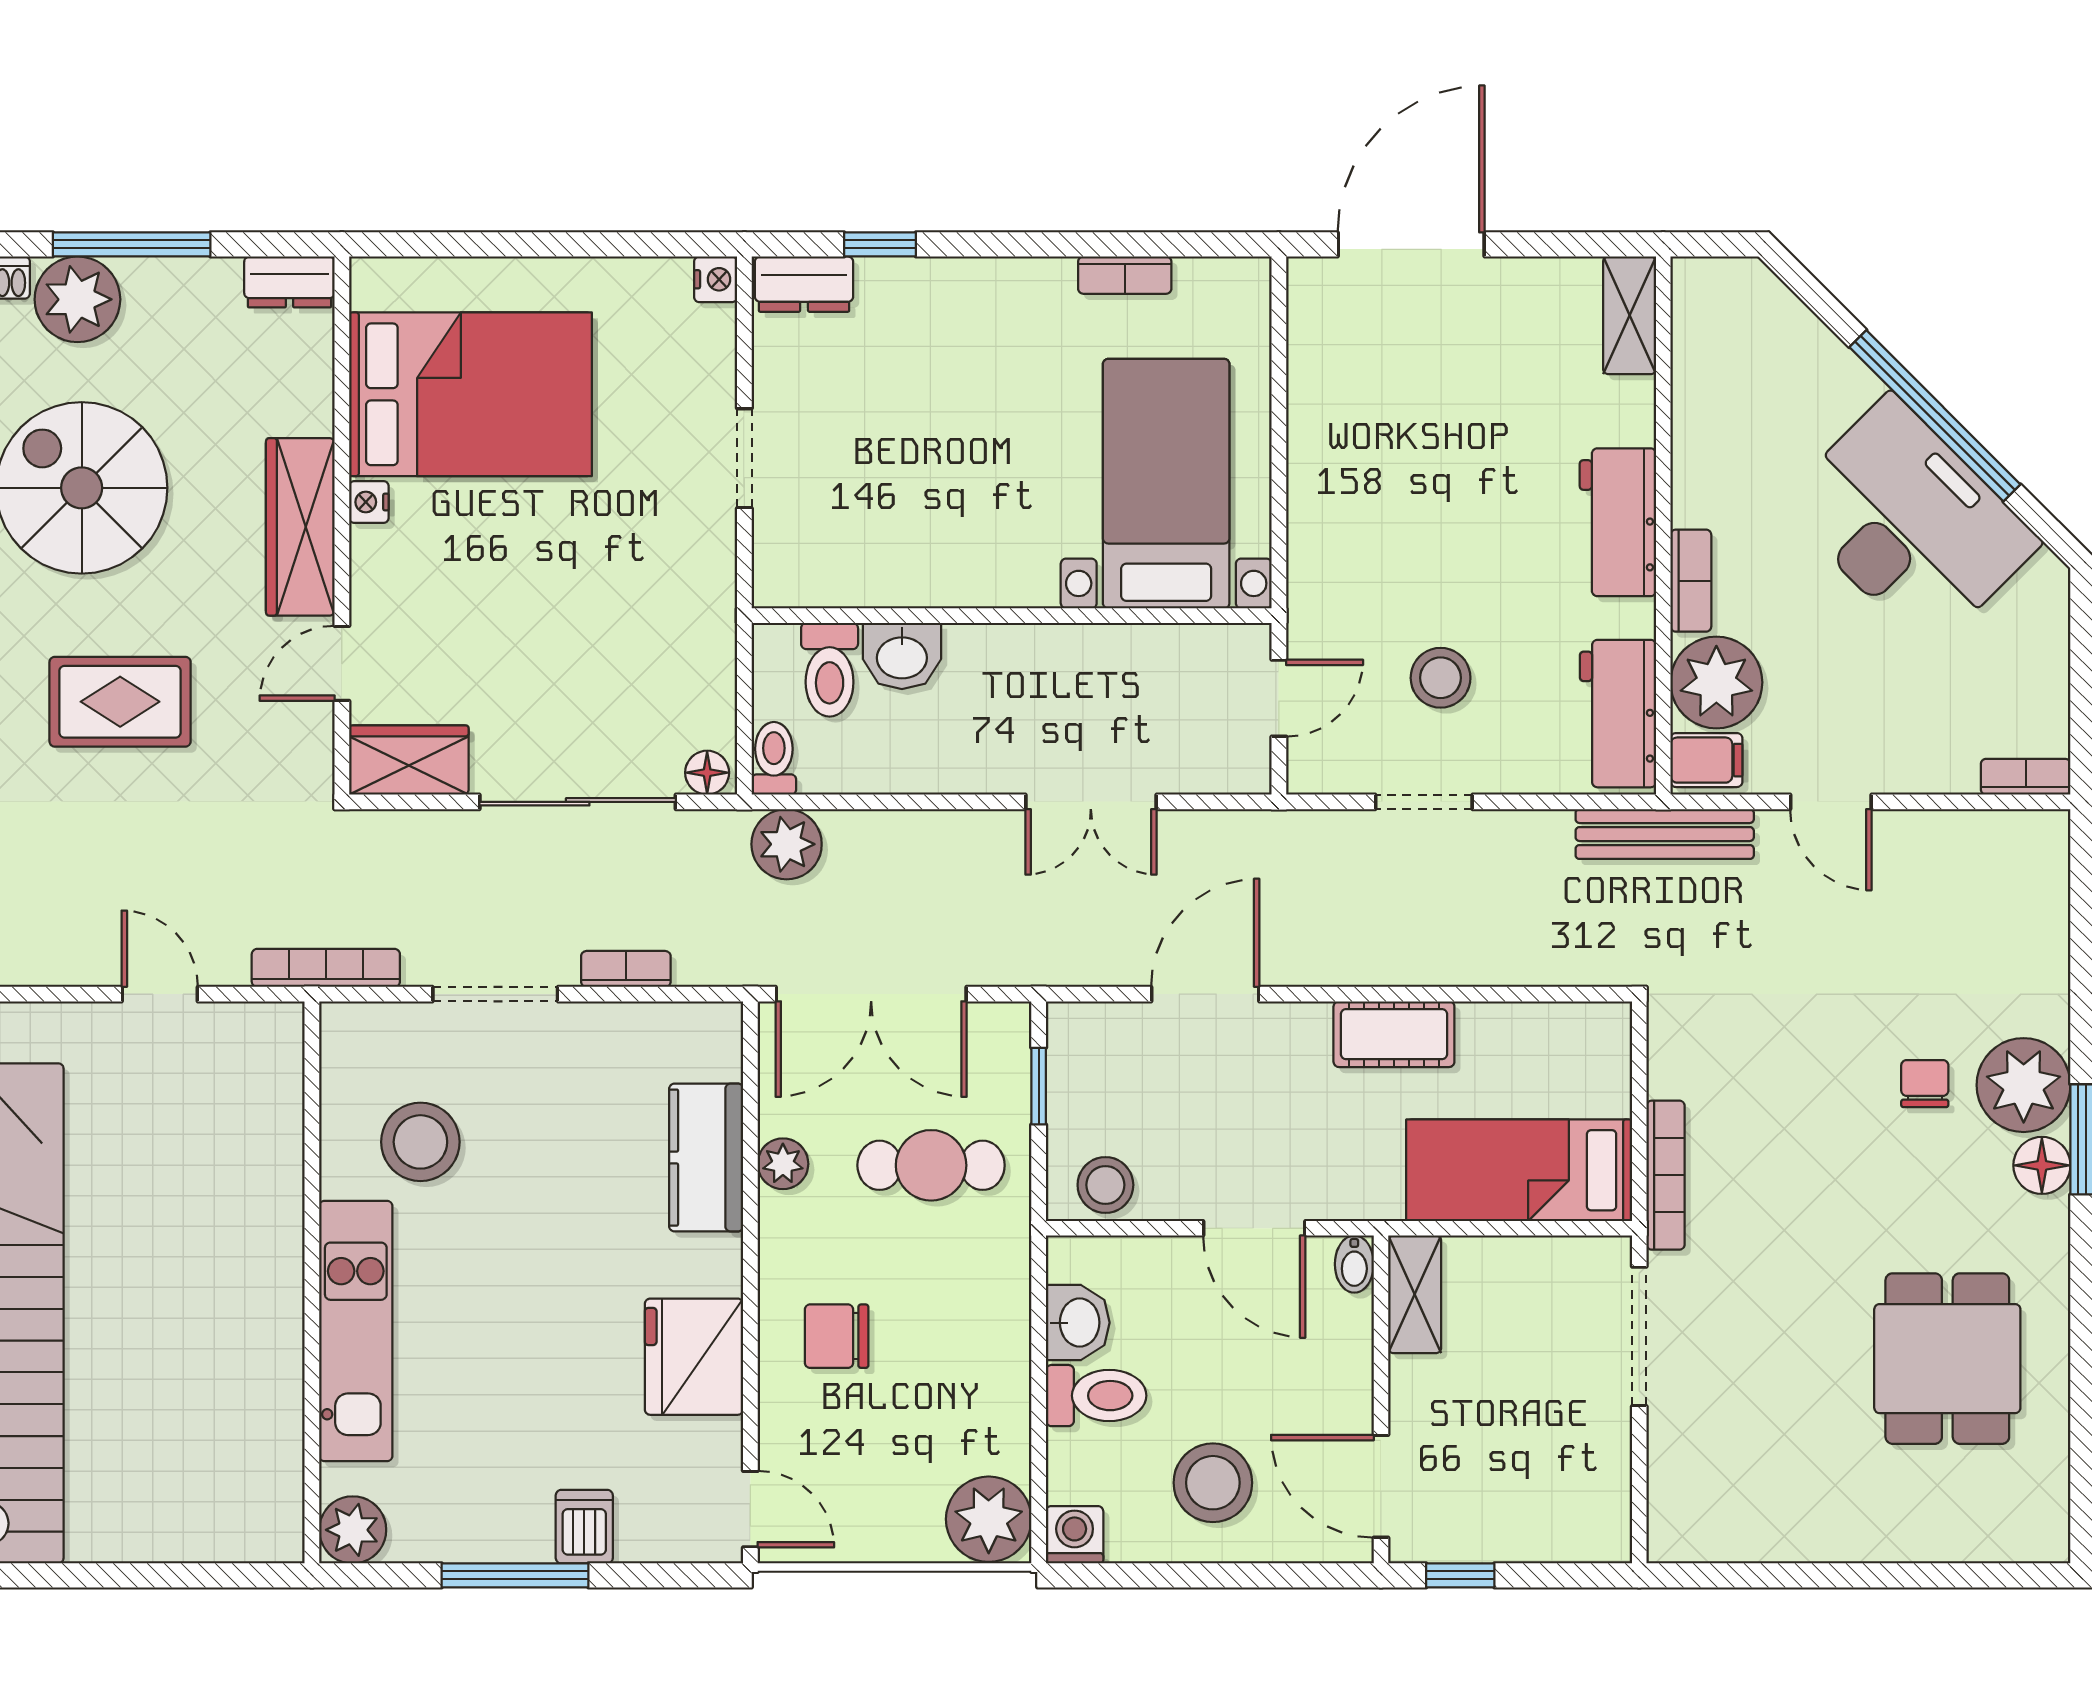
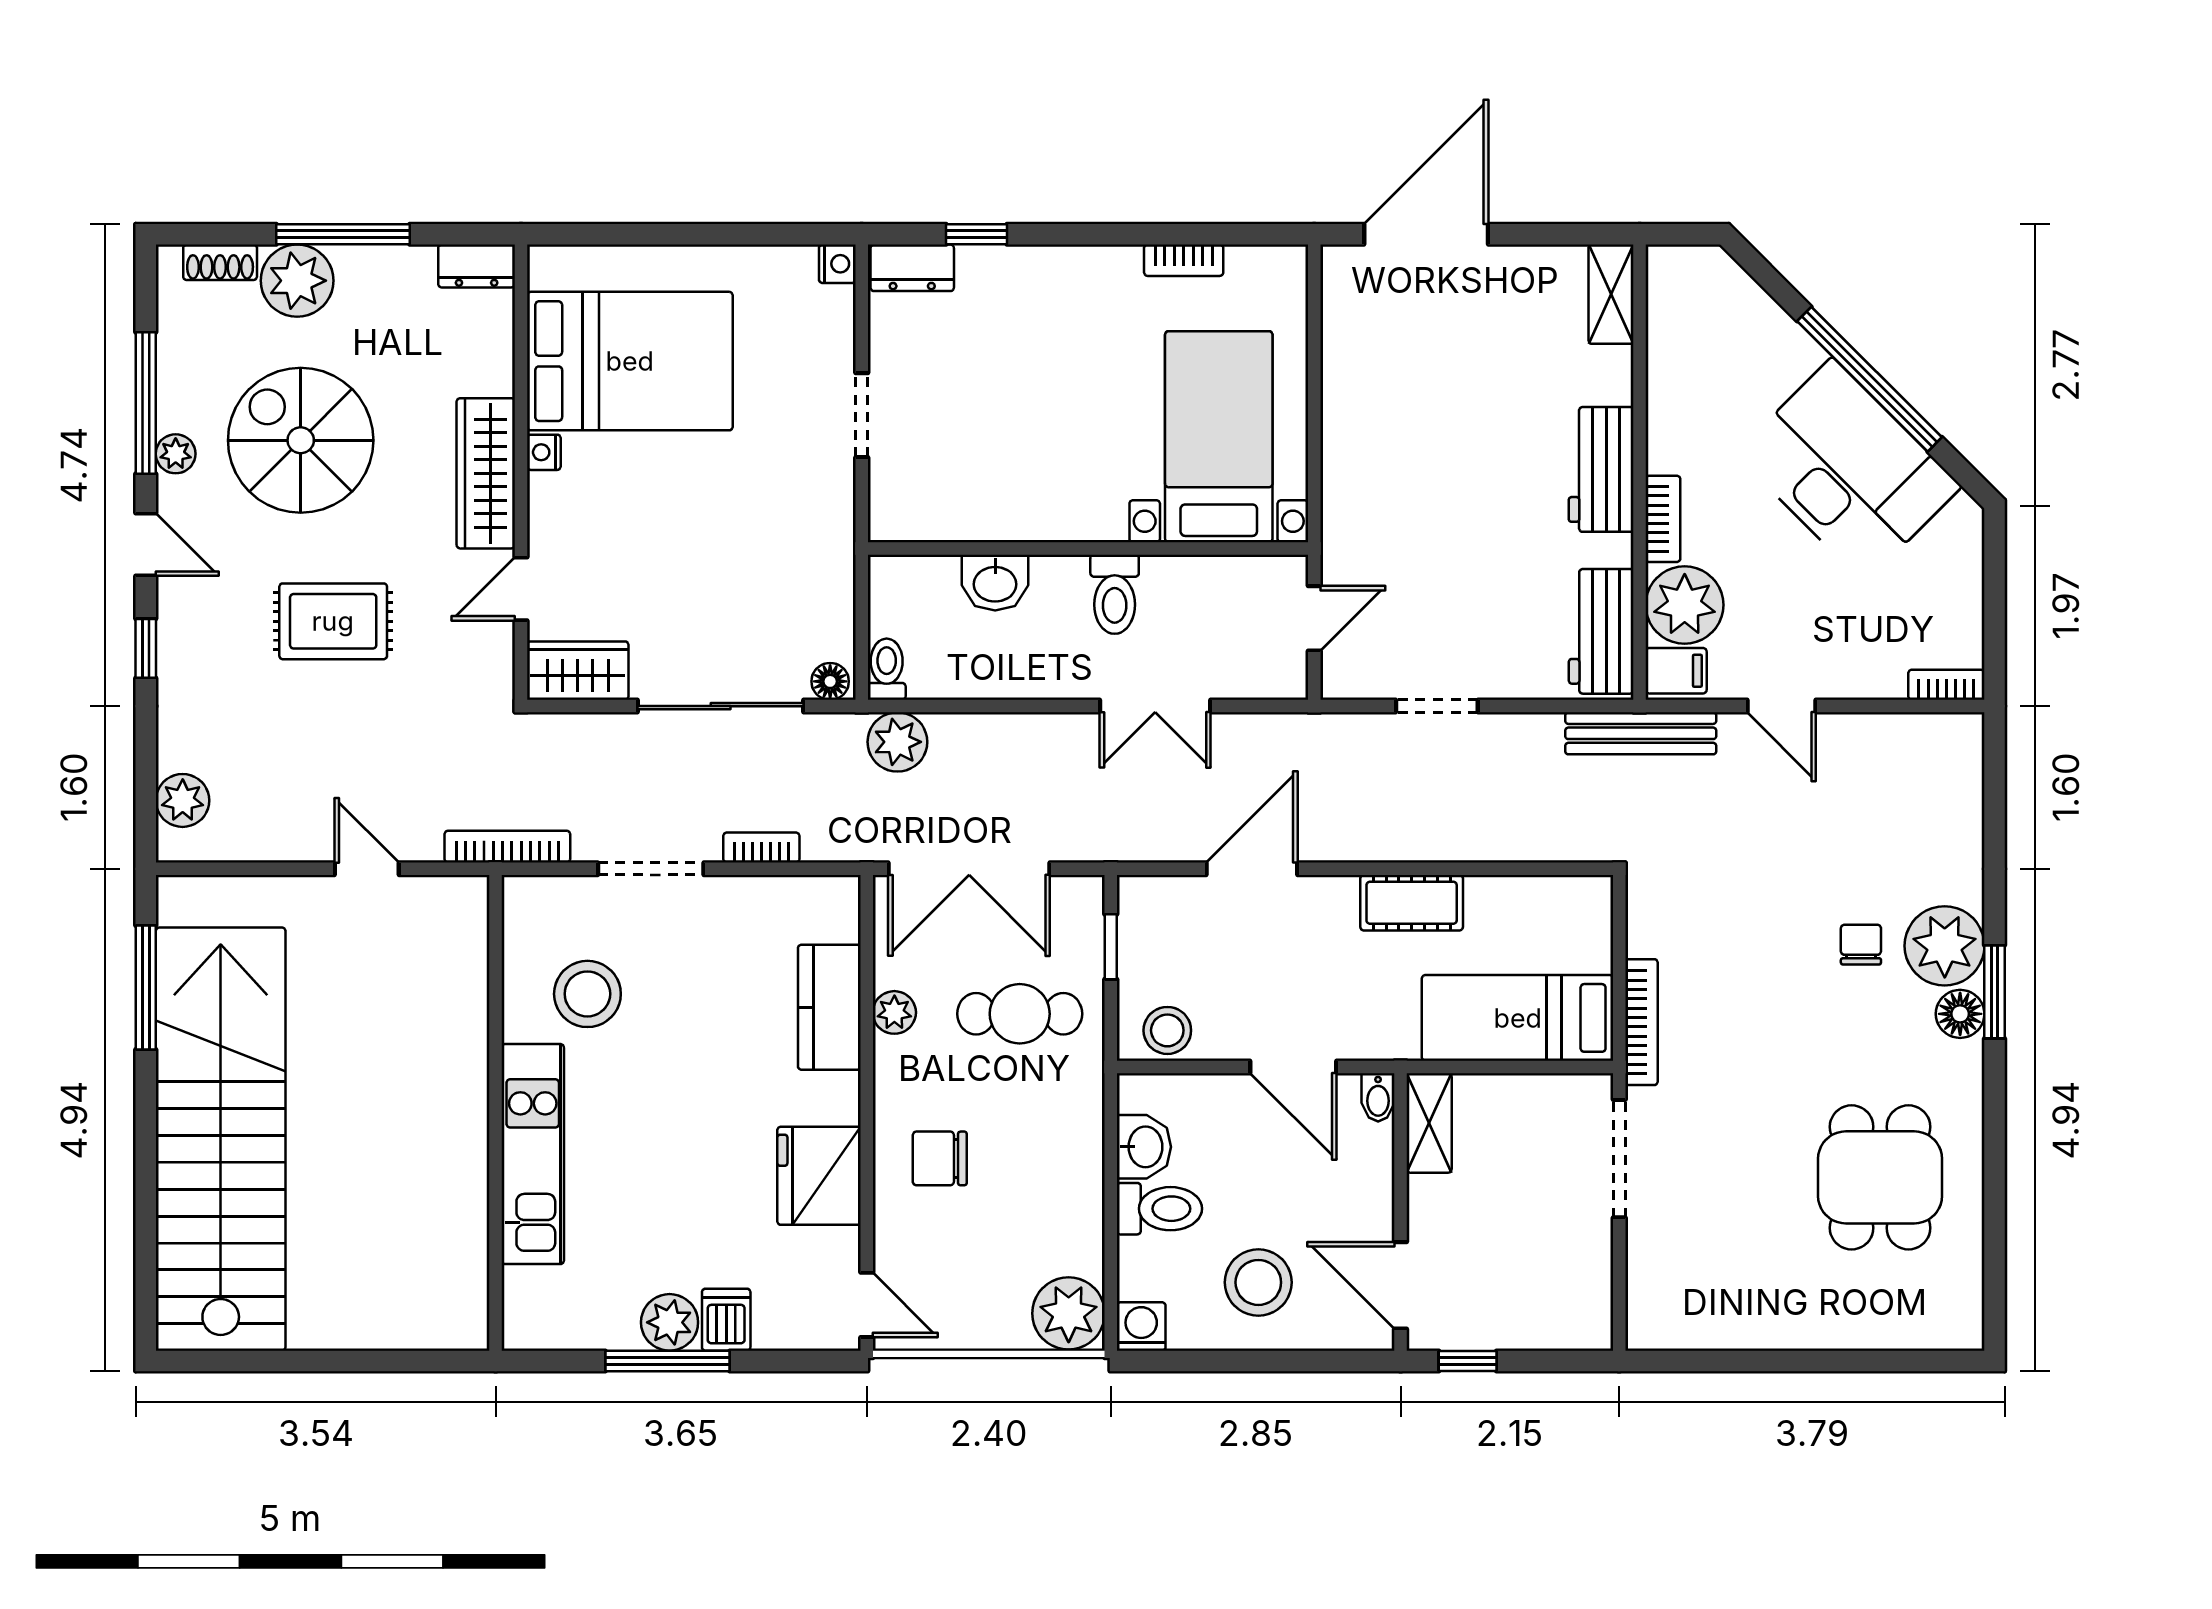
toilet: (830, 670) -> (1115, 594), moved
stool: (1441, 678) -> (1451, 601), removed
plant: (353, 1530) -> (670, 1322), moved

